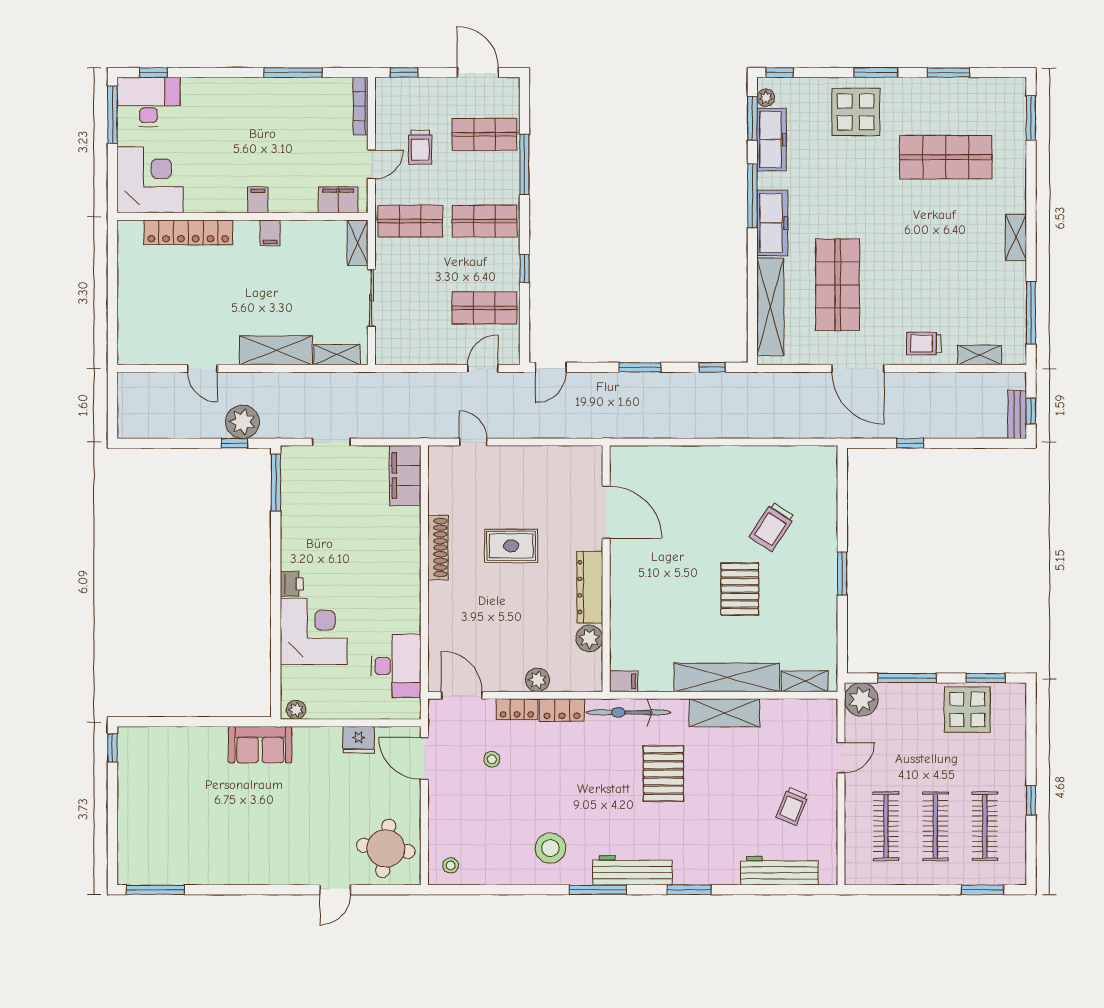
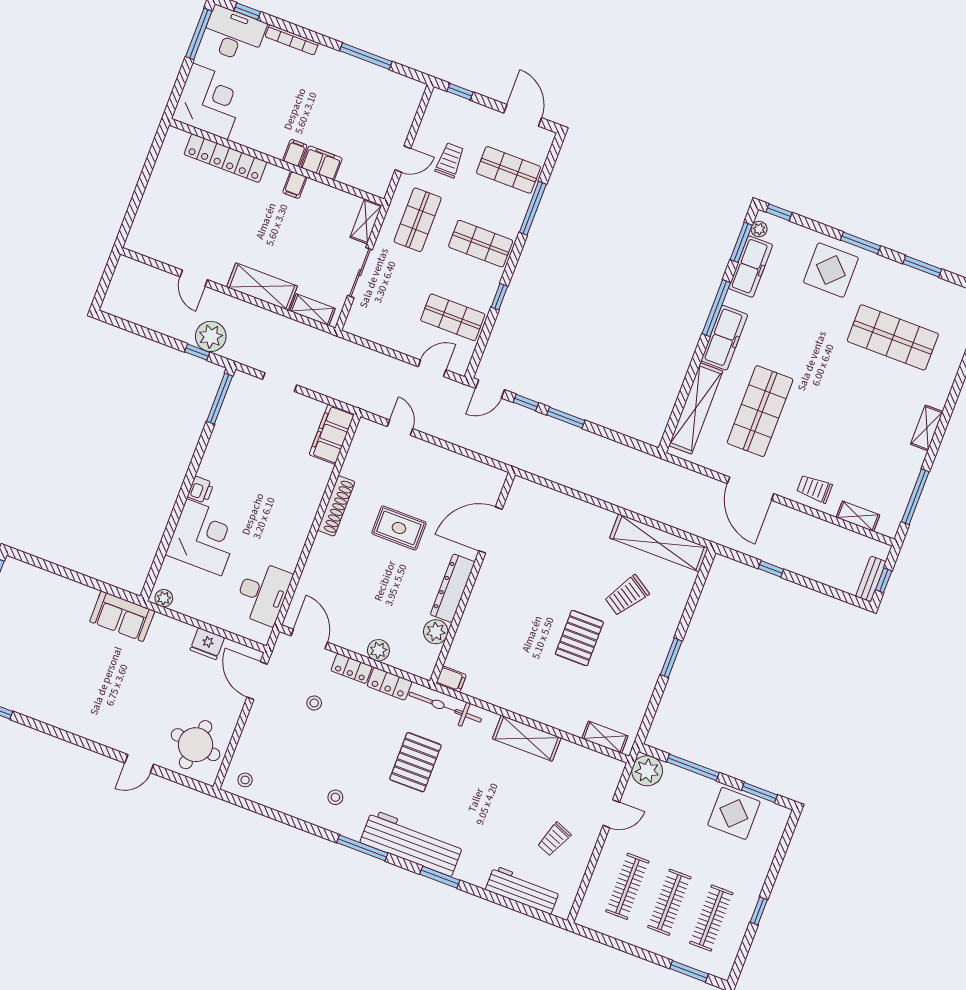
bookcase: (361, 106) -> (292, 40), moved, turned -90
trolley: (420, 147) -> (450, 160), turned 180
filing cabinet: (338, 200) -> (322, 163), moved
shop shelf: (410, 221) -> (418, 220), turned 90
window: (712, 367) -> (526, 403), moved
door: (606, 512) -> (491, 530), swing flipped
shelving: (727, 677) -> (659, 543), moved
pallet: (663, 773) -> (415, 762), moved
stool: (550, 848) -> (335, 797), width x0.53, depth x0.53
workbench: (632, 870) -> (412, 843), width x1.36, depth x1.32

